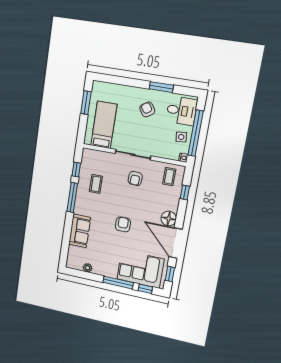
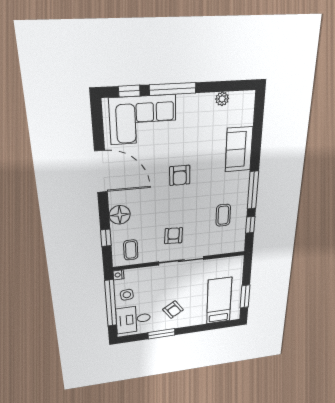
bed: (104, 125) -> (219, 301), moved, turned 180
floor lamp: (169, 219) -> (120, 215), moved
window: (170, 274) -> (98, 125), removed

